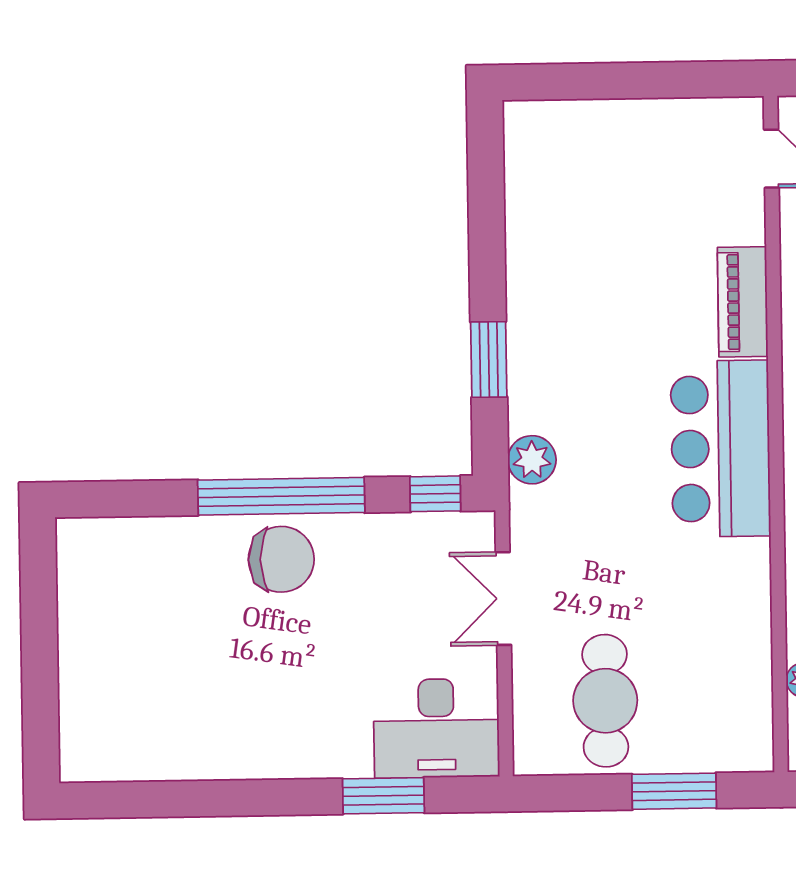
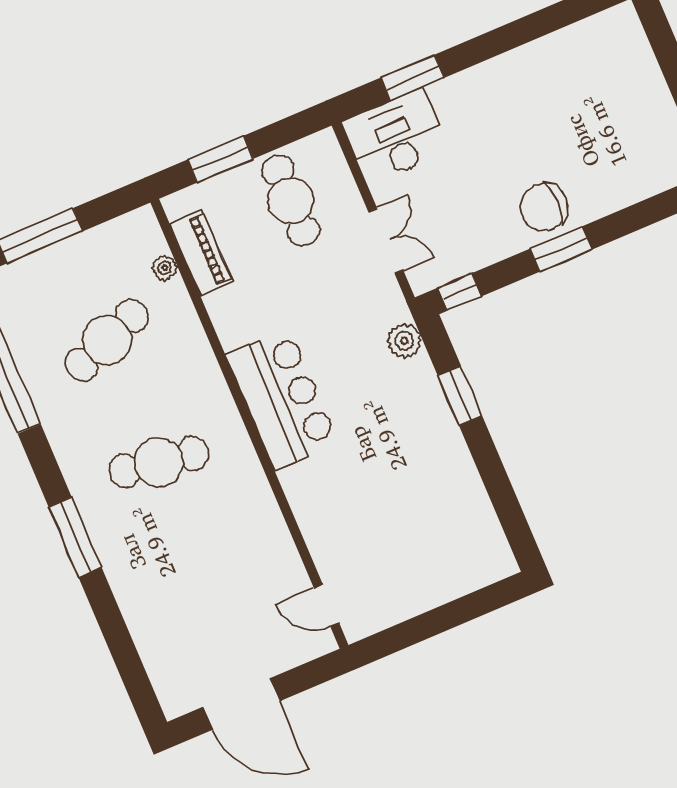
piano: (743, 302) -> (201, 253), moved
window: (281, 496) -> (561, 249), width x0.47

